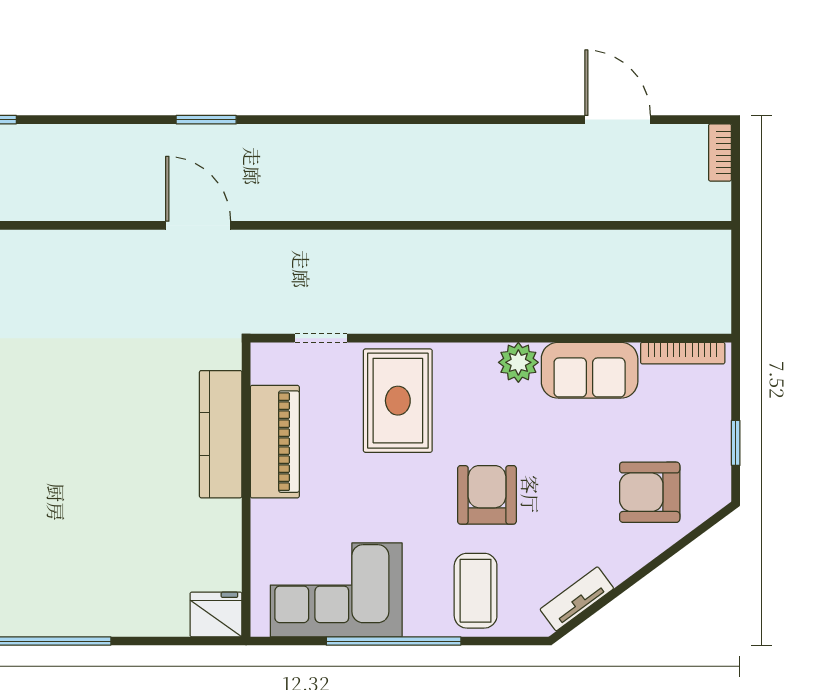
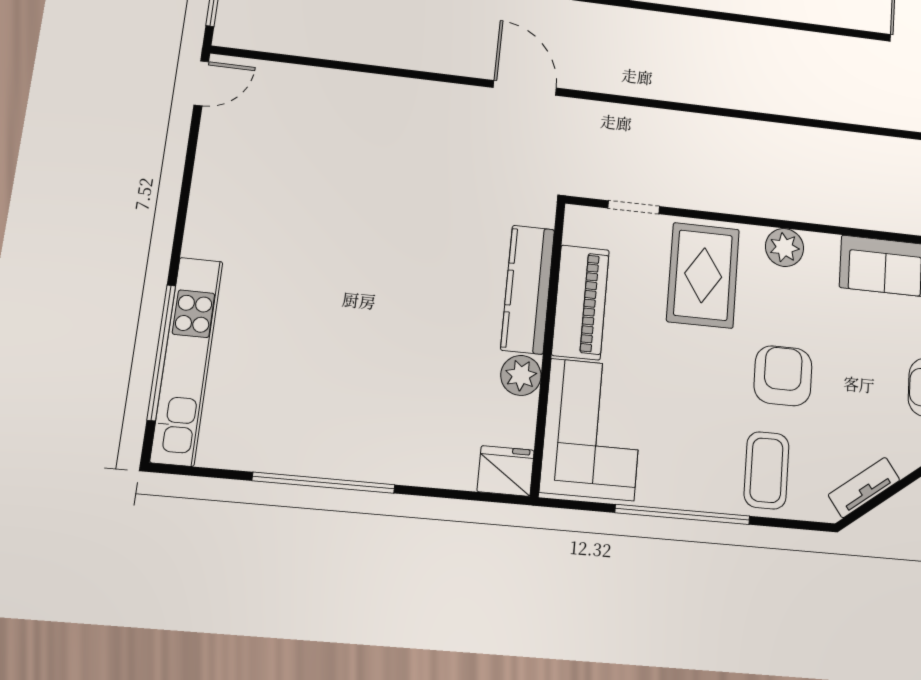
plant: (518, 362) -> (784, 247), moved
plant: (222, 521) -> (521, 375), added
corner sofa: (336, 590) -> (592, 429), moved, turned 90

